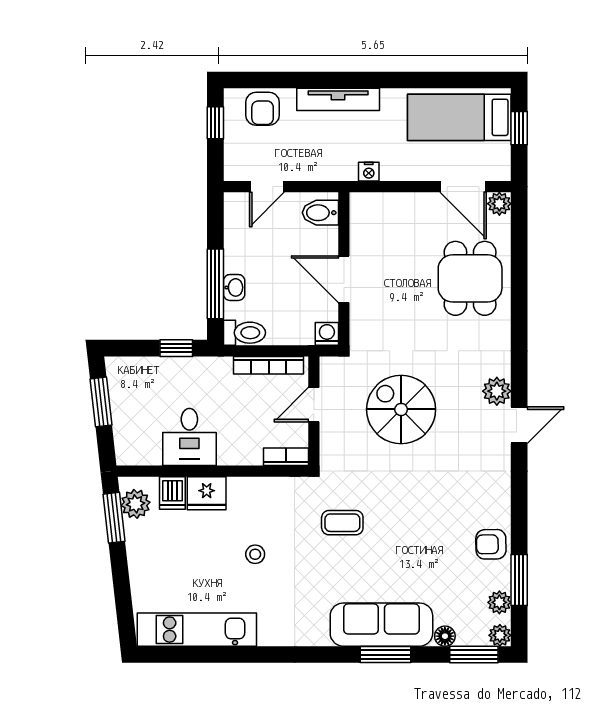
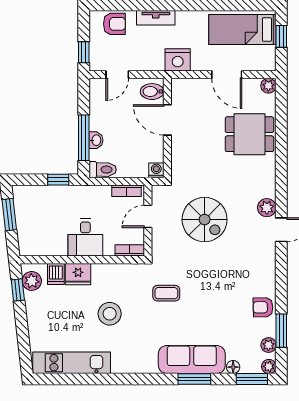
tv unit: (338, 99) -> (156, 18), width x0.71
armchair: (263, 109) -> (114, 24), turned -90
window: (215, 123) -> (84, 52), moved
nightstand: (369, 172) -> (178, 60), width x1.89, depth x1.79
door: (463, 187) -> (227, 75), moved
dining table: (470, 278) -> (249, 134), turned 90
door: (344, 279) -> (167, 120), moved
bookcase: (269, 365) -> (127, 191), width x0.64
spiral stairs: (401, 409) -> (205, 220), turned 180
desk: (189, 437) -> (85, 237), moved
window: (114, 518) -> (18, 290), width x0.67
stool: (255, 554) -> (110, 314), width x1.89, depth x1.89

